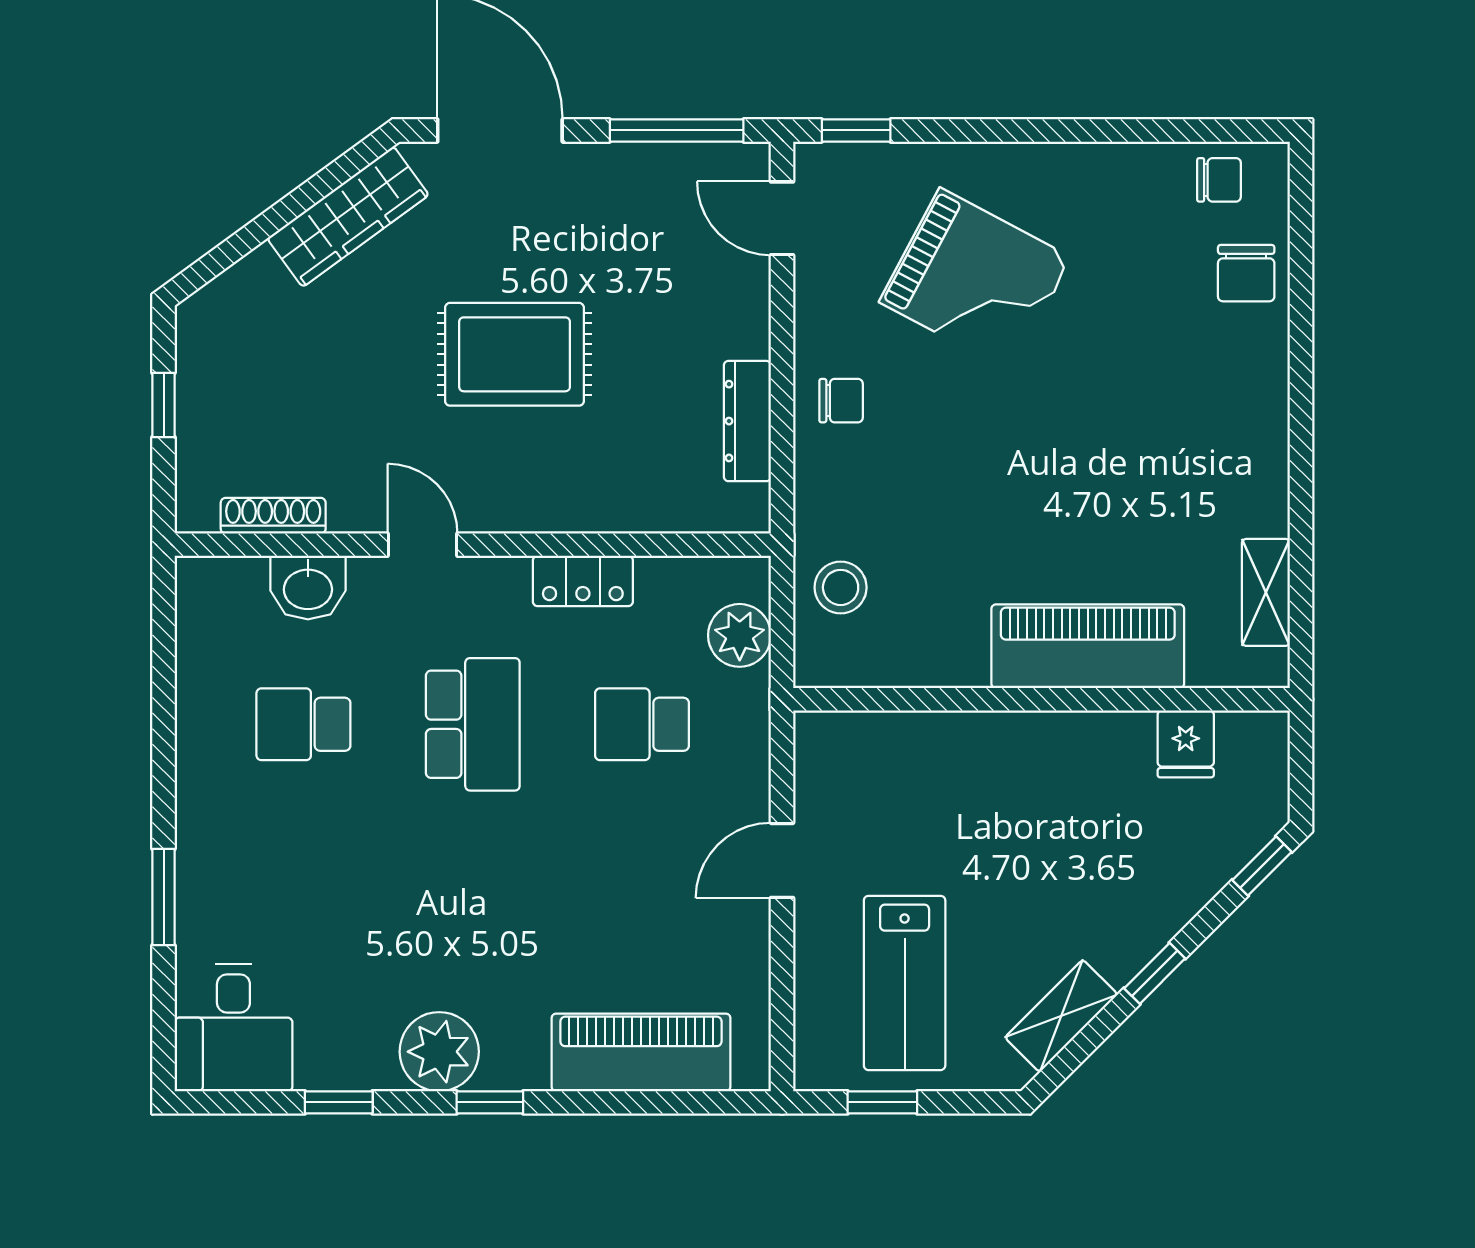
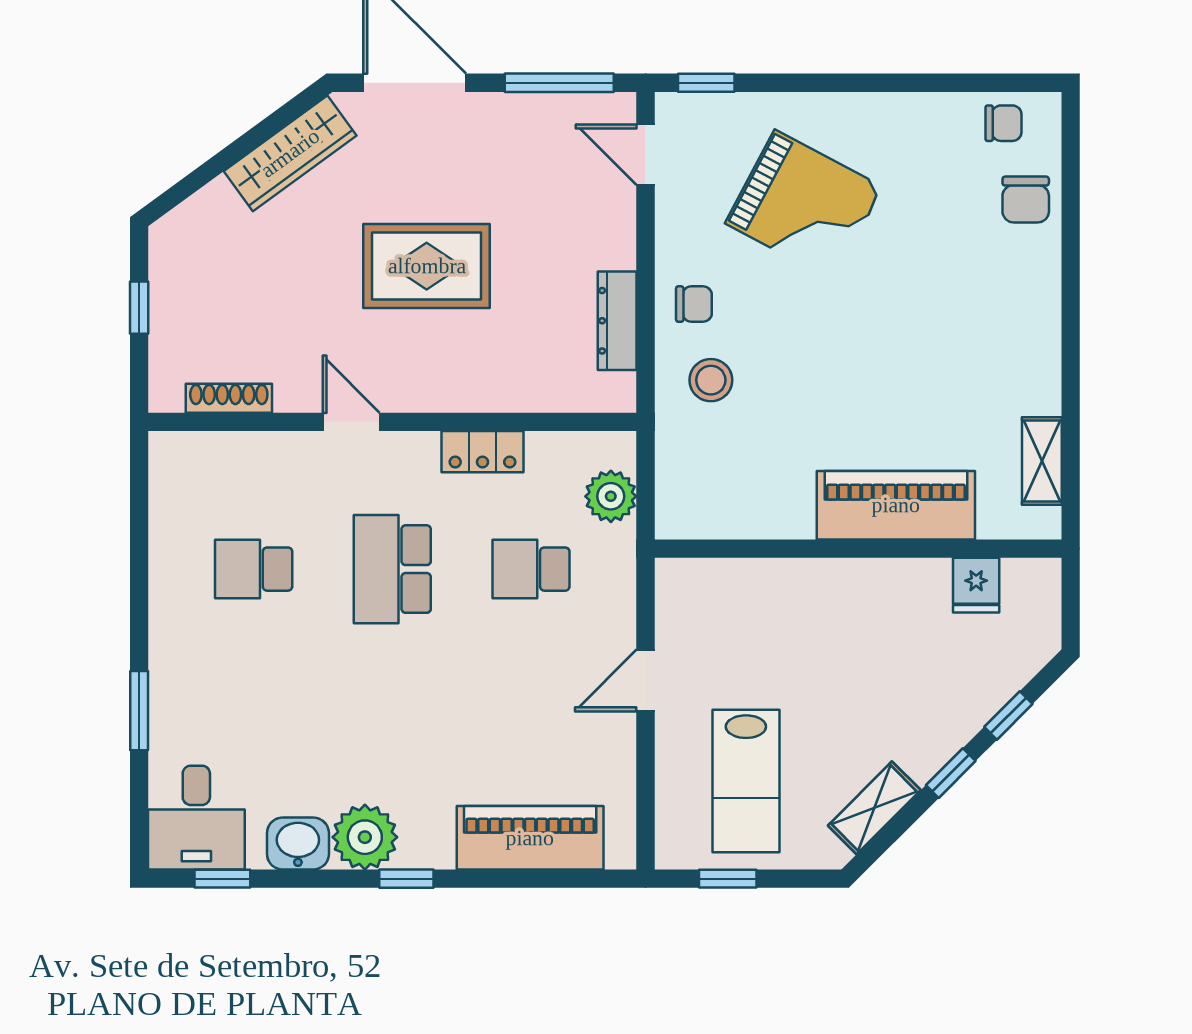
stool: (841, 587) -> (711, 380), moved
washbasin: (308, 588) -> (298, 844), moved, turned 180
school desk: (473, 724) -> (392, 569), turned 180
window: (1262, 866) -> (1008, 715), moved
window: (339, 1102) -> (222, 879), moved

